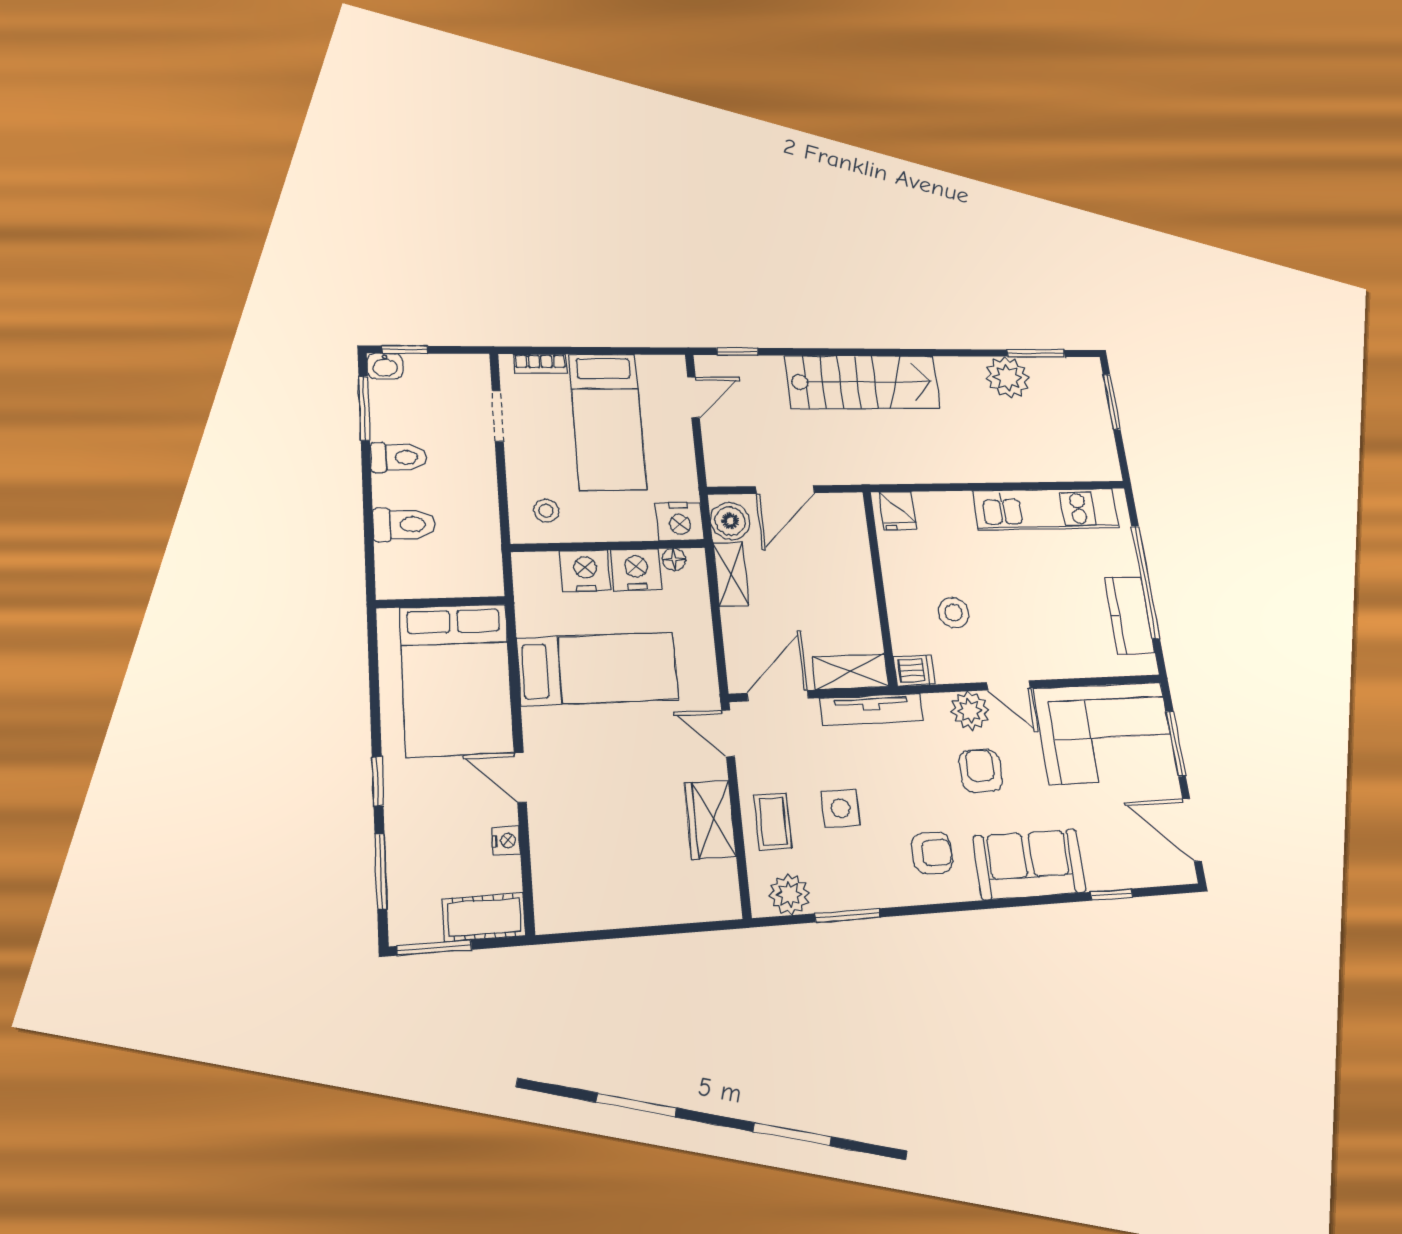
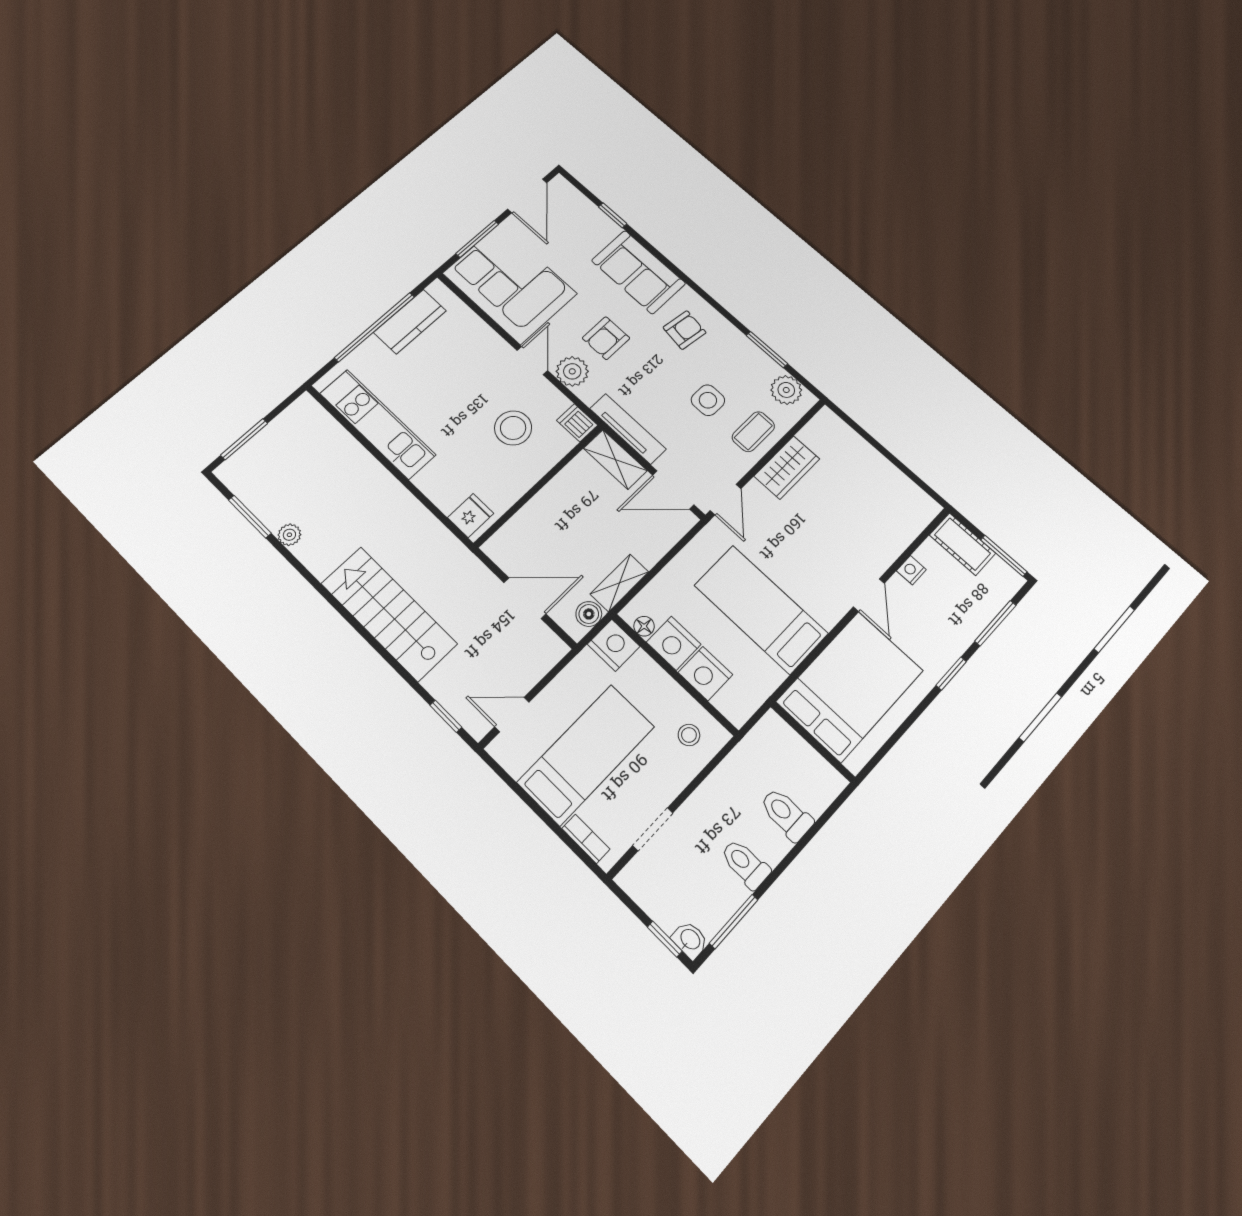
plant: (1007, 378) -> (289, 535), width x0.53, depth x0.53
boiler: (730, 521) -> (589, 614), width x0.73, depth x0.73
stool: (953, 613) -> (513, 428), width x1.38, depth x1.38
armchair: (932, 853) -> (685, 330), turned 98

